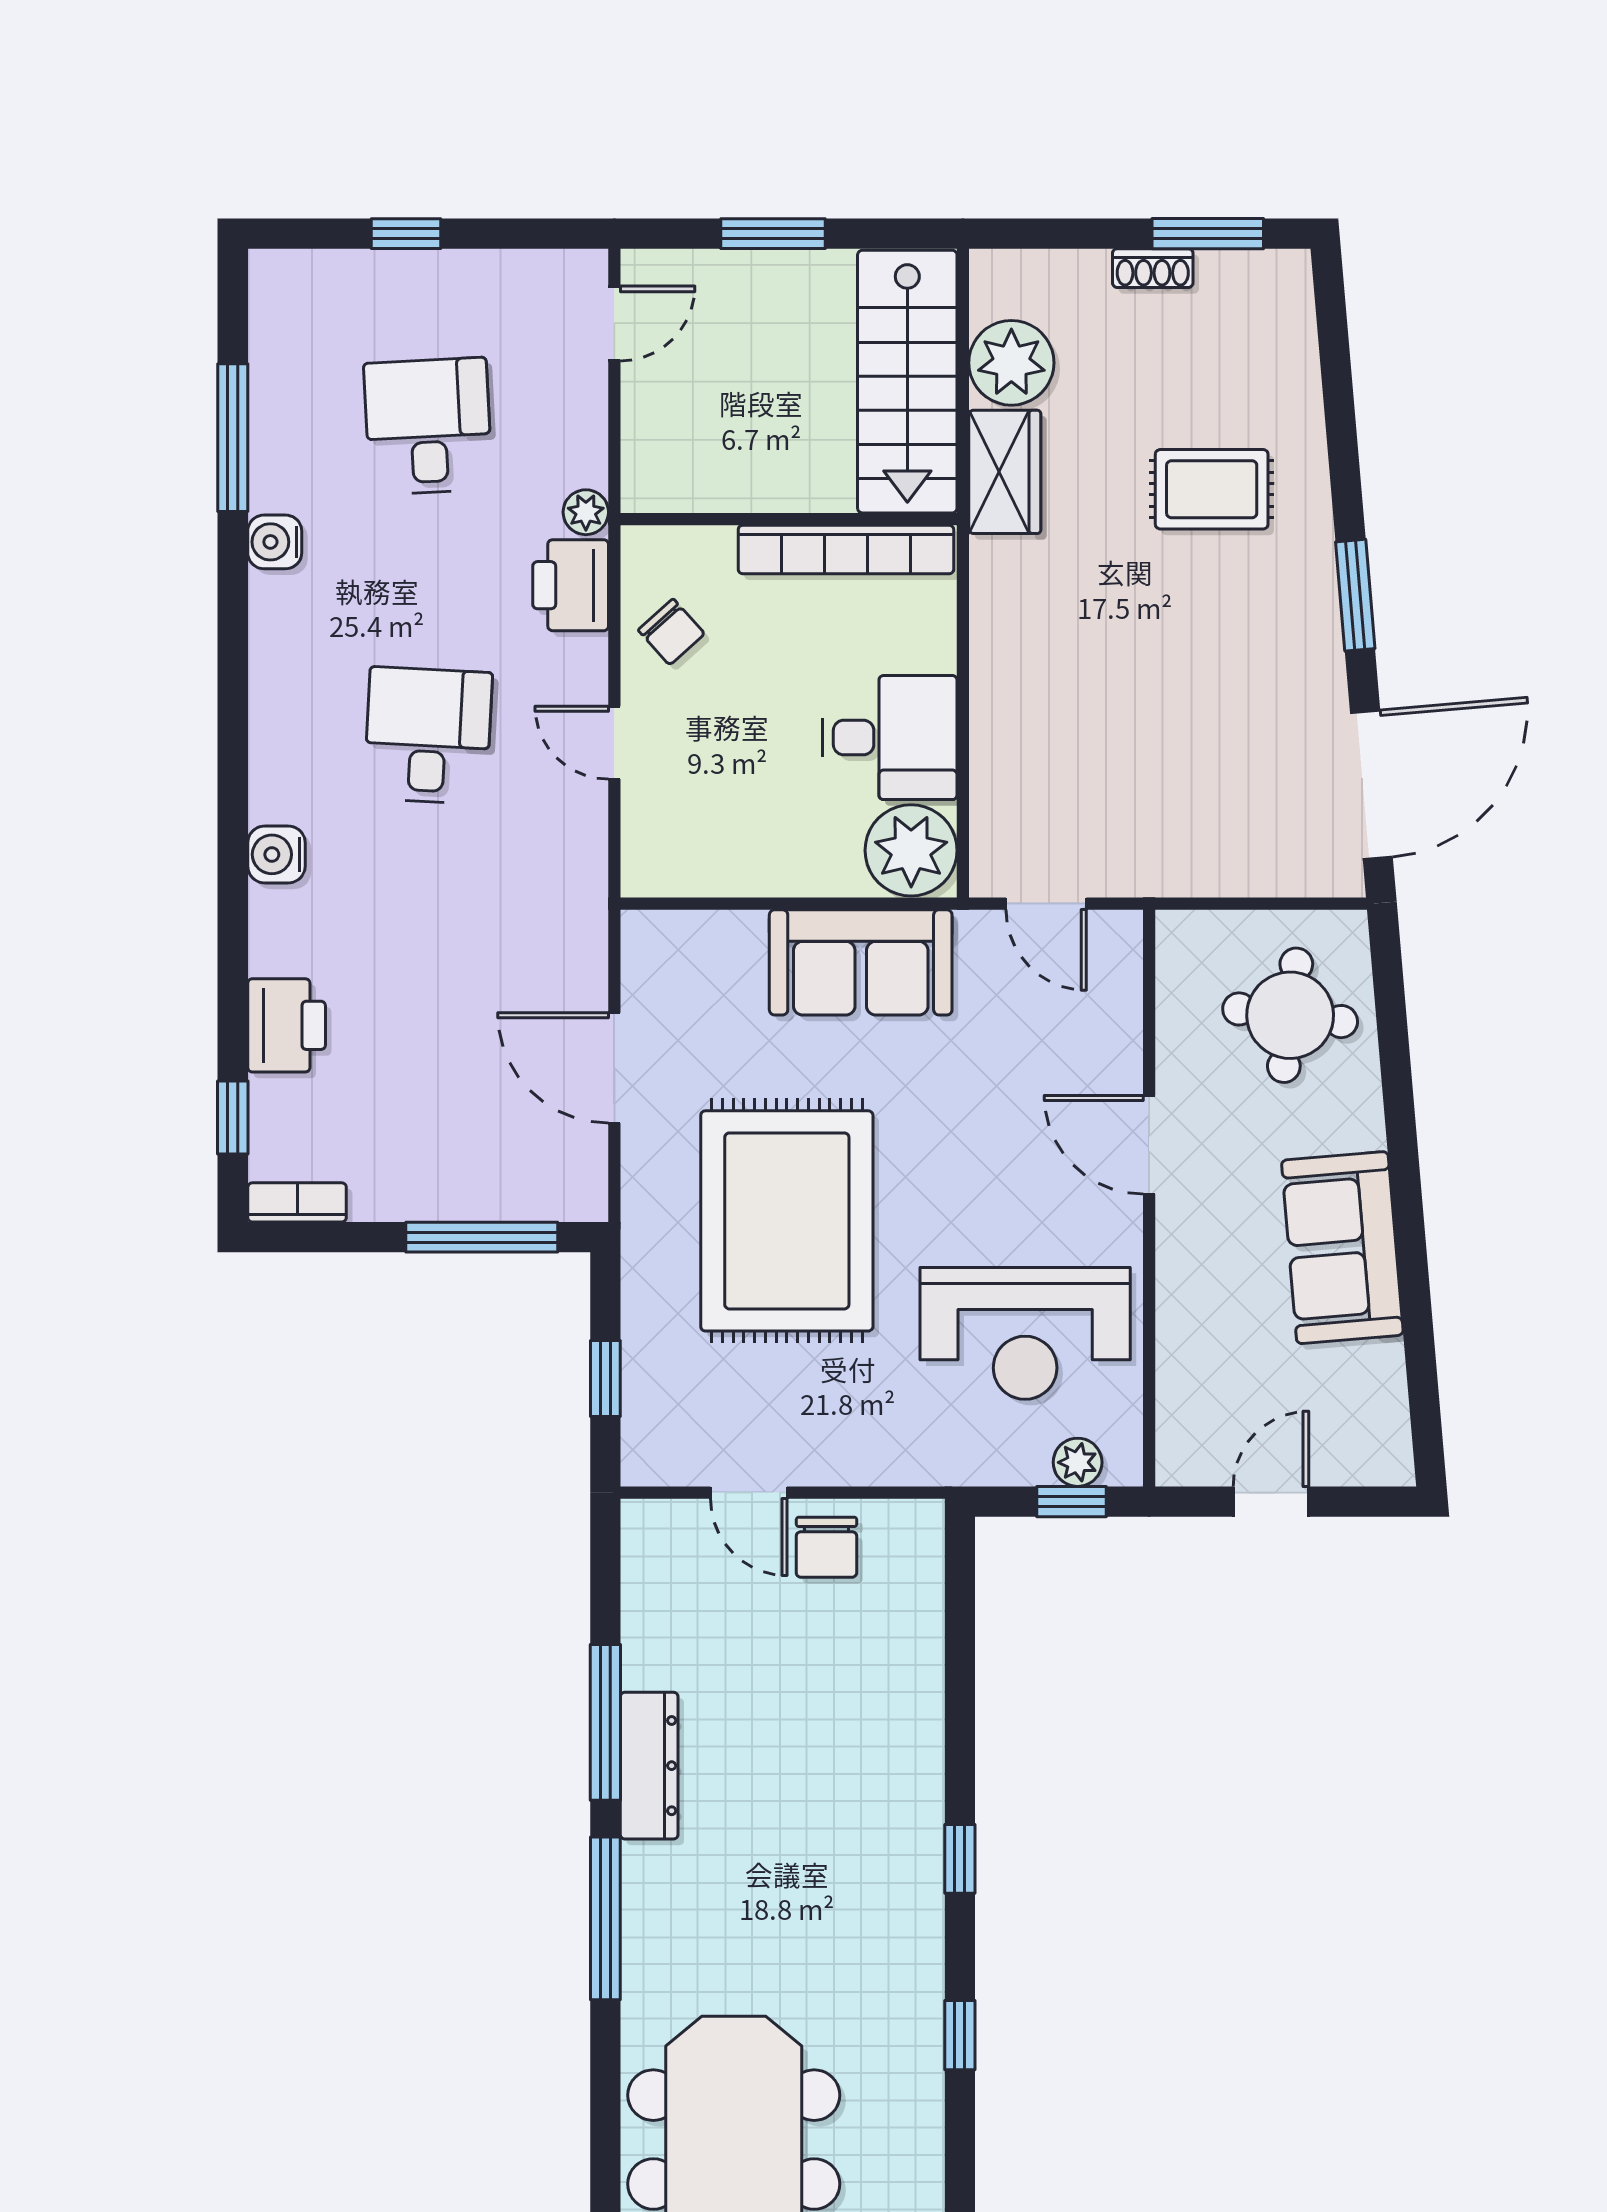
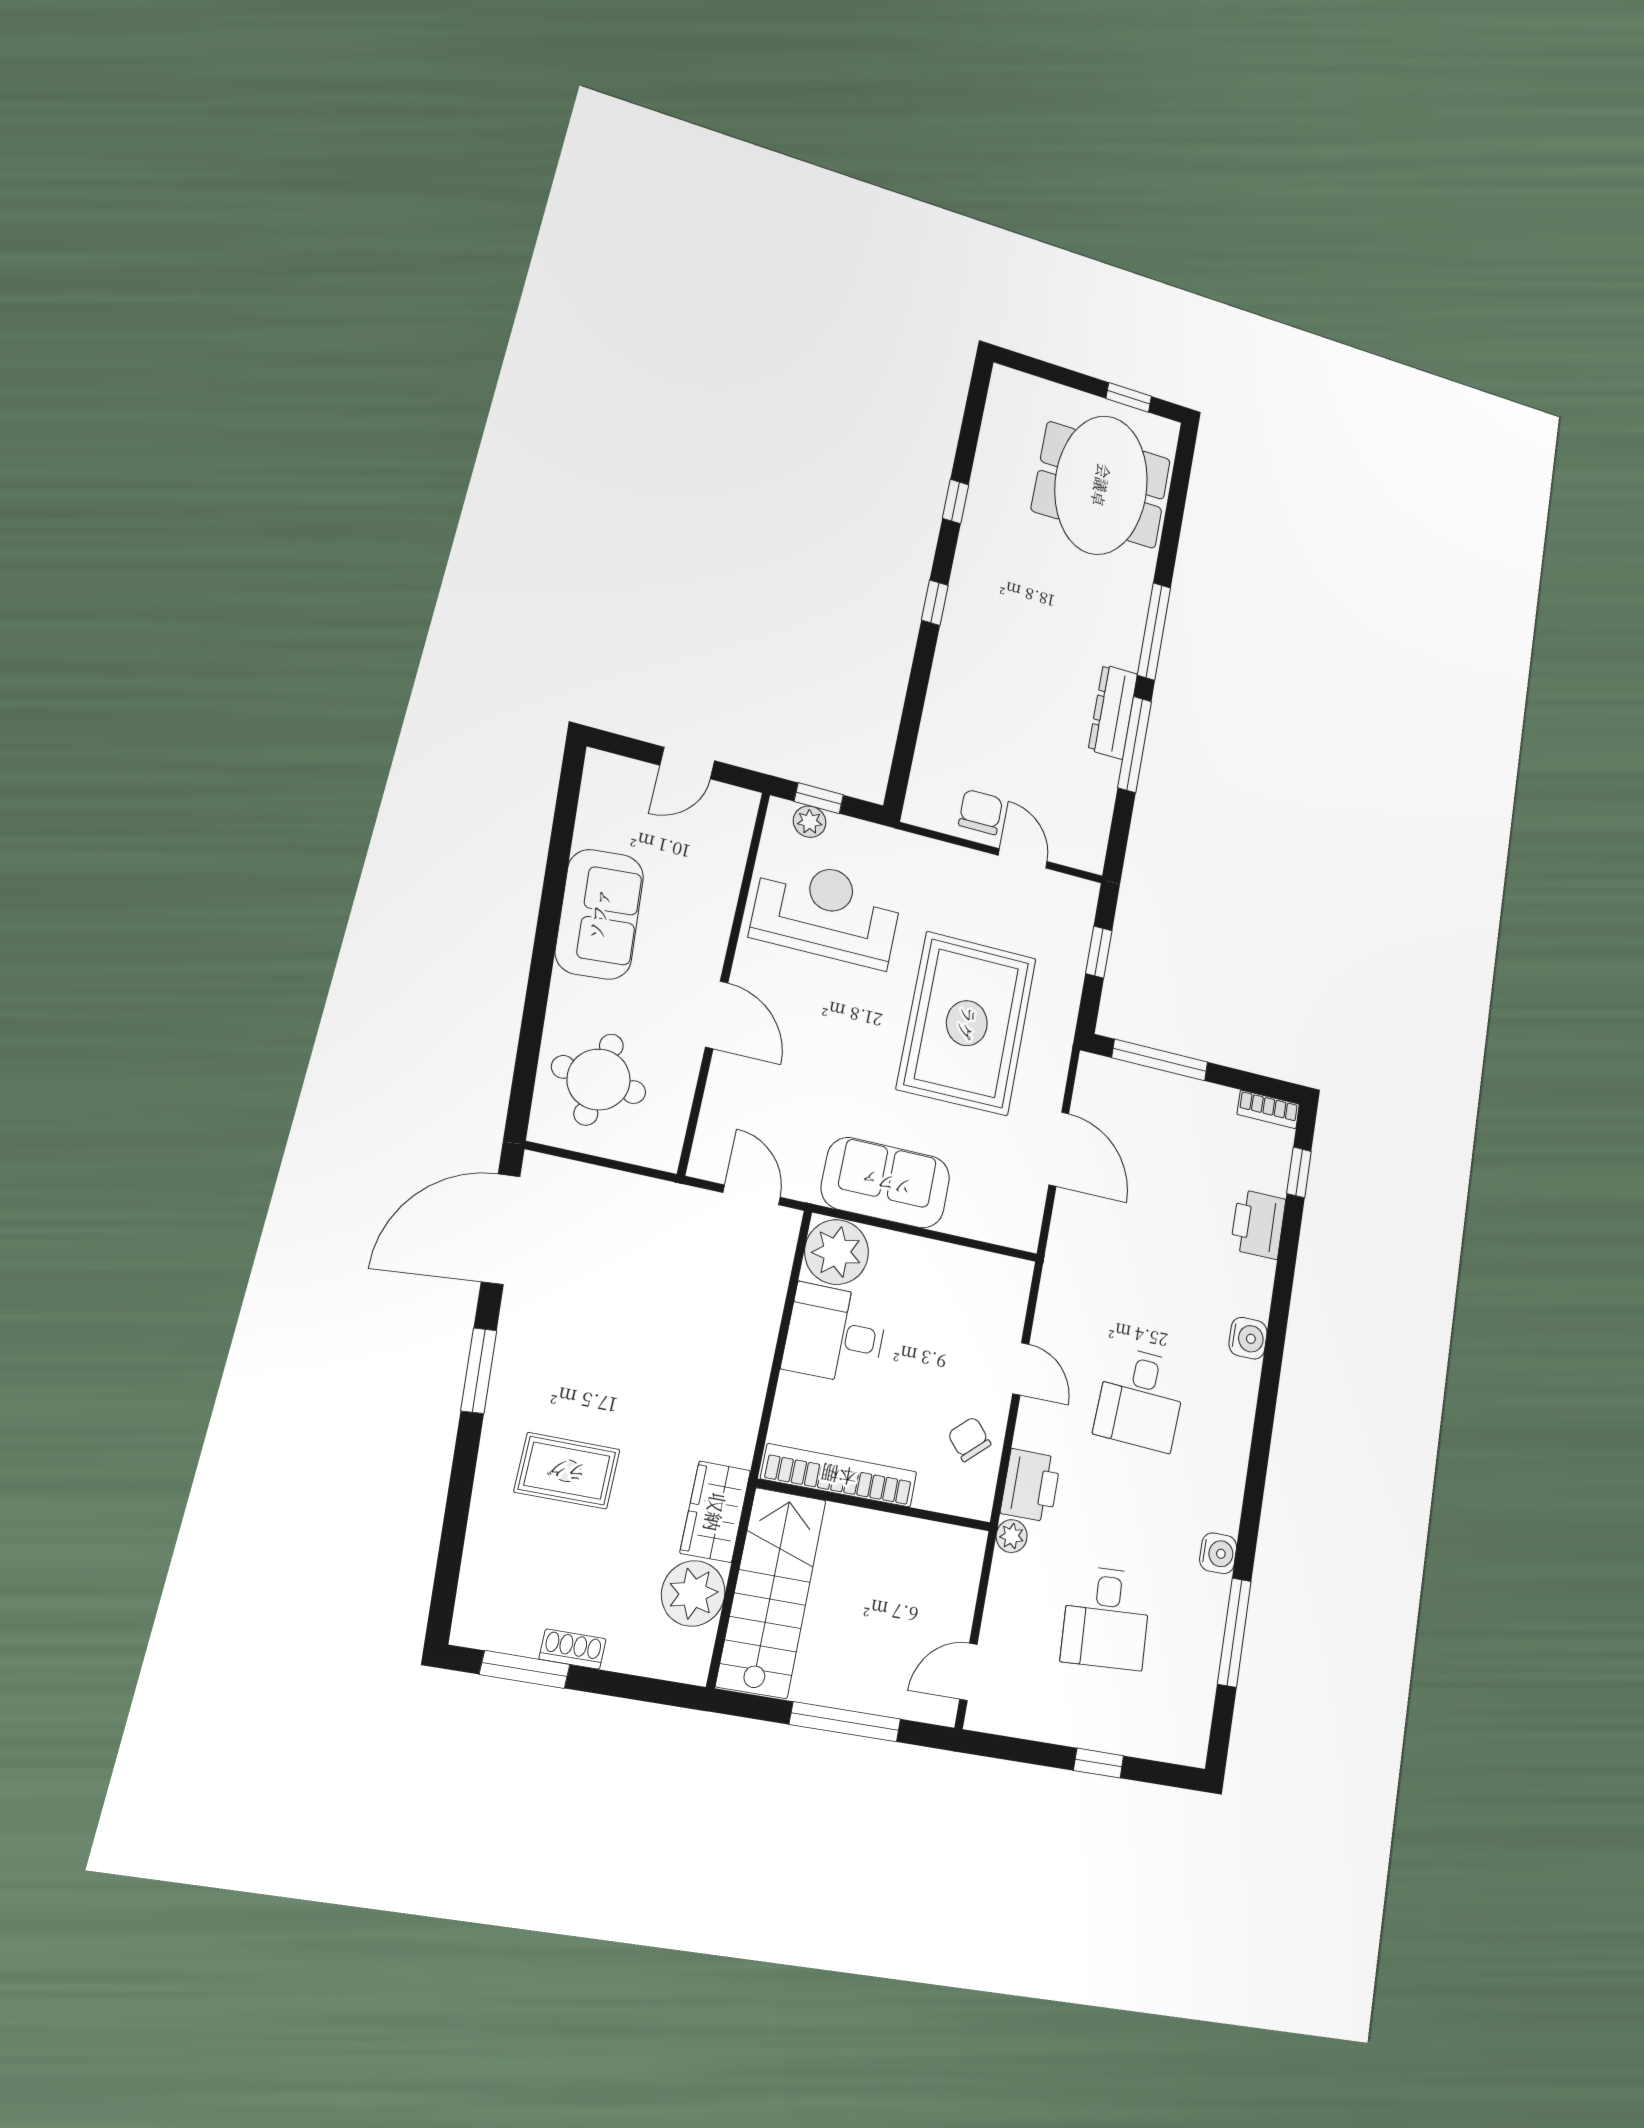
window: (773, 234) -> (845, 1722), width x1.44

